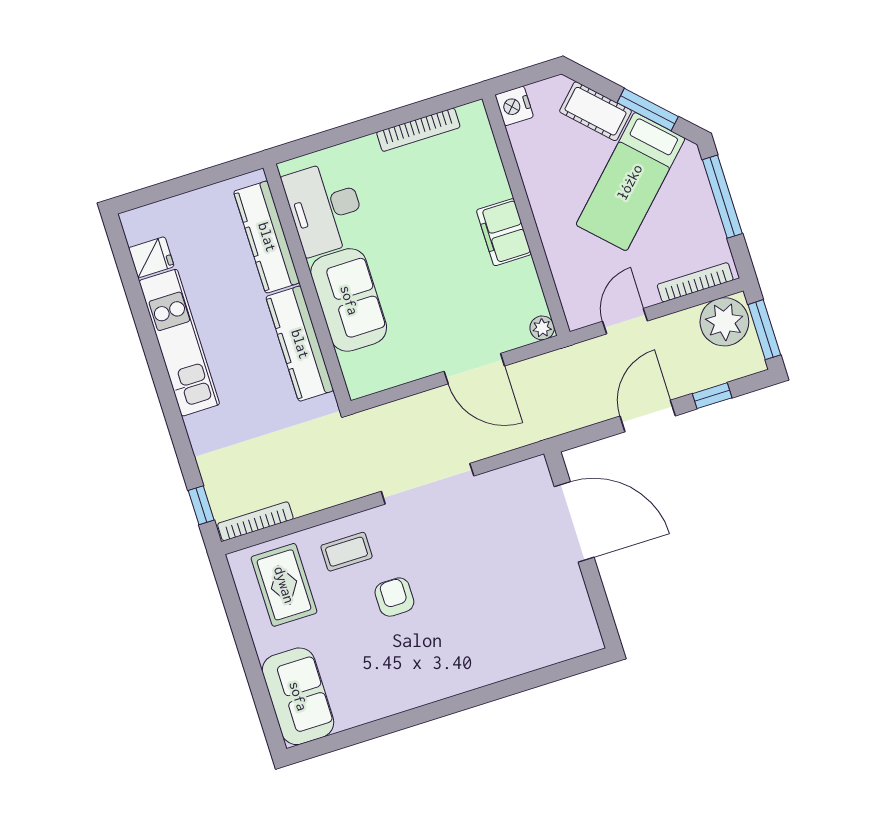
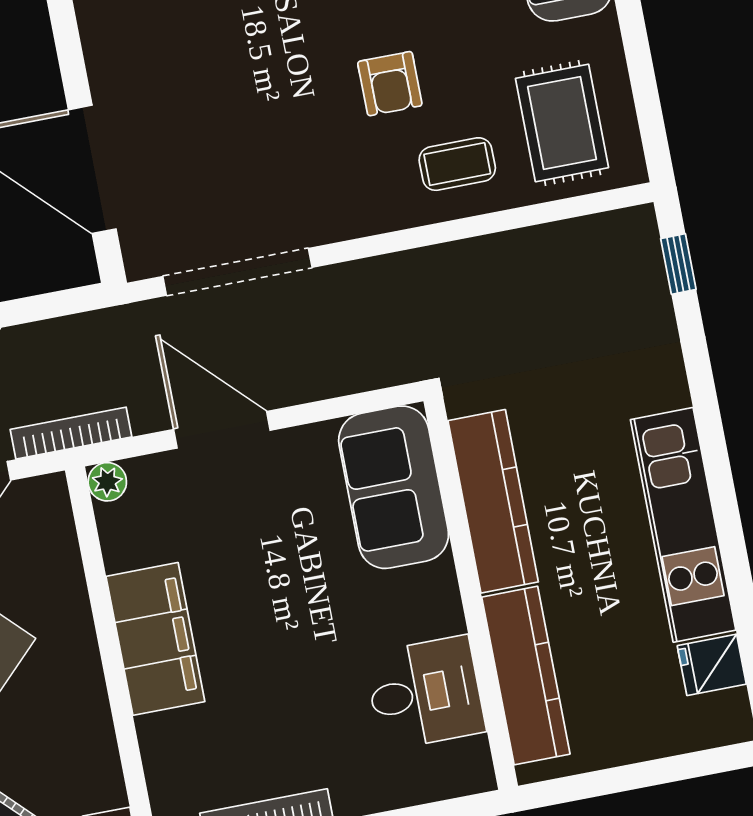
desk: (325, 208) -> (425, 693), width x0.73
filing cabinet: (504, 232) -> (155, 639), width x1.50, depth x1.17
sofa: (349, 300) -> (394, 487), moved
doorway: (428, 484) -> (237, 272), moved
bookcase: (255, 521) -> (71, 433), moved, turned 180

